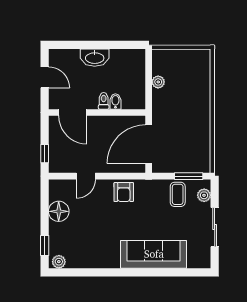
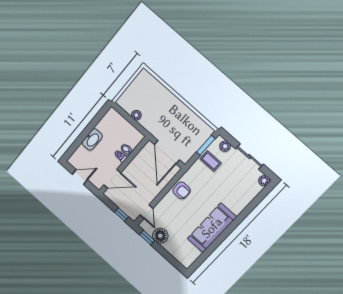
door: (86, 176) -> (146, 212), moved
window: (45, 245) -> (147, 238), moved
sofa: (154, 254) -> (212, 228), moved
plant: (59, 262) -> (264, 181), moved

